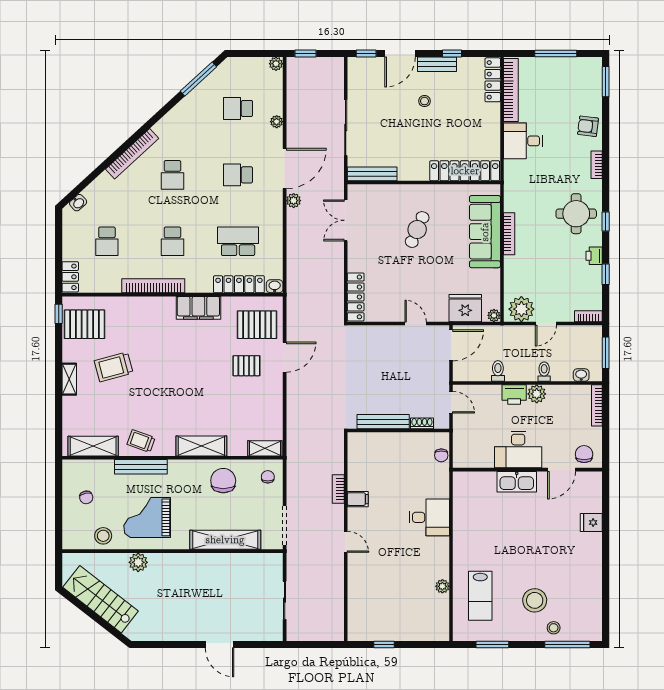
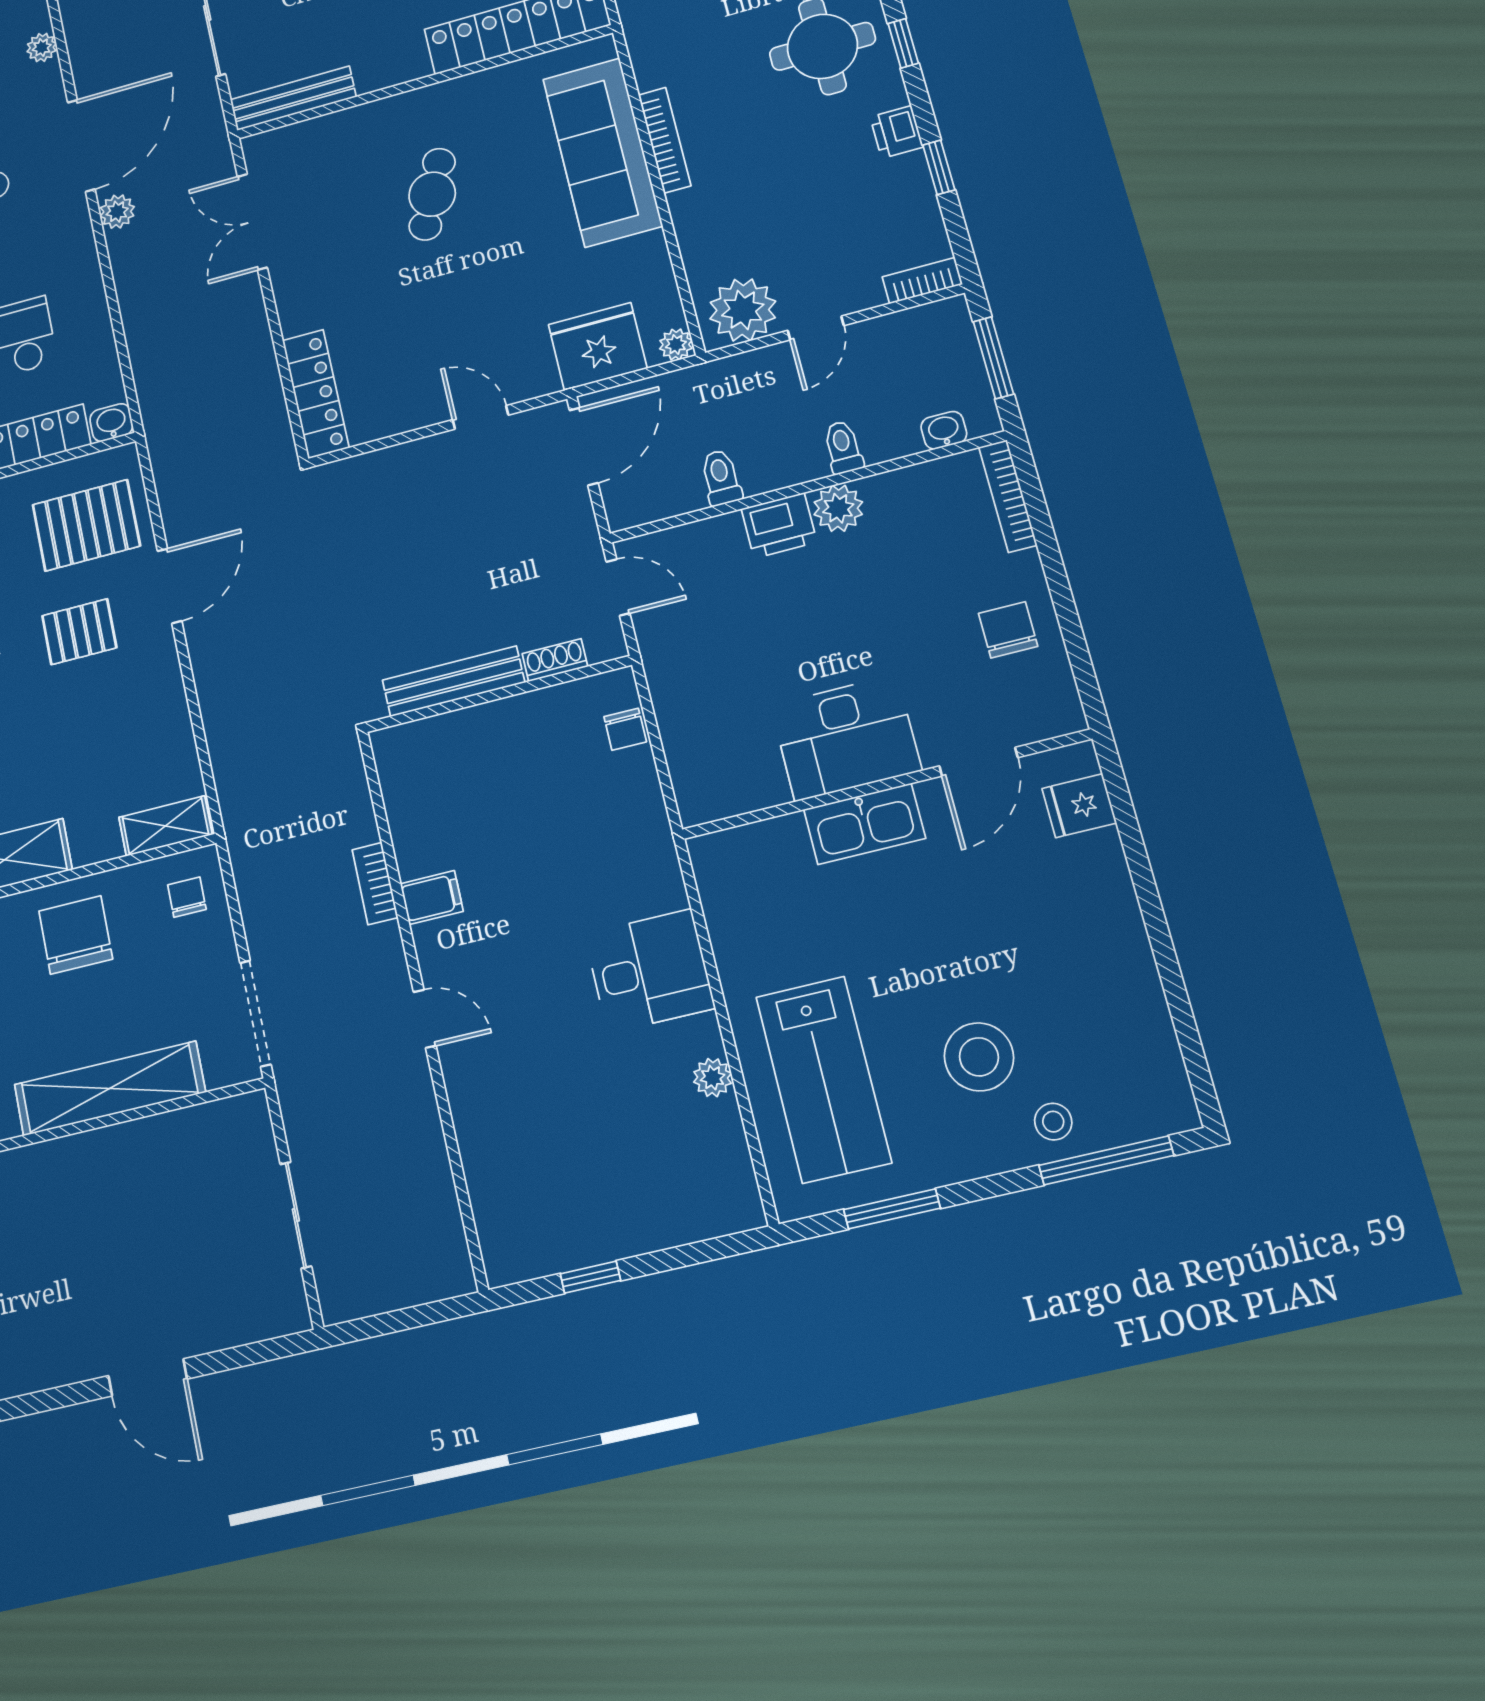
desk: (518, 449) -> (846, 738), moved
wall: (527, 470) -> (885, 785), moved
door: (561, 470) -> (978, 762), moved
kitchen sink: (517, 482) -> (864, 824), moved
desk: (429, 517) -> (650, 971), moved
lab bench: (480, 596) -> (823, 1079), width x1.36, depth x1.39

